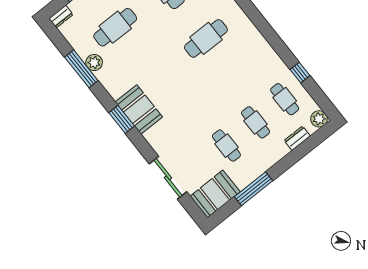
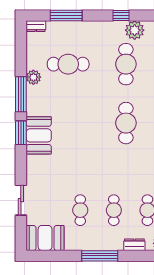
cafe table: (206, 38) -> (126, 123), turned 90
window: (81, 69) -> (21, 94), moved
sliding door: (168, 178) -> (21, 200), width x0.73
window: (254, 189) -> (100, 256), moved

